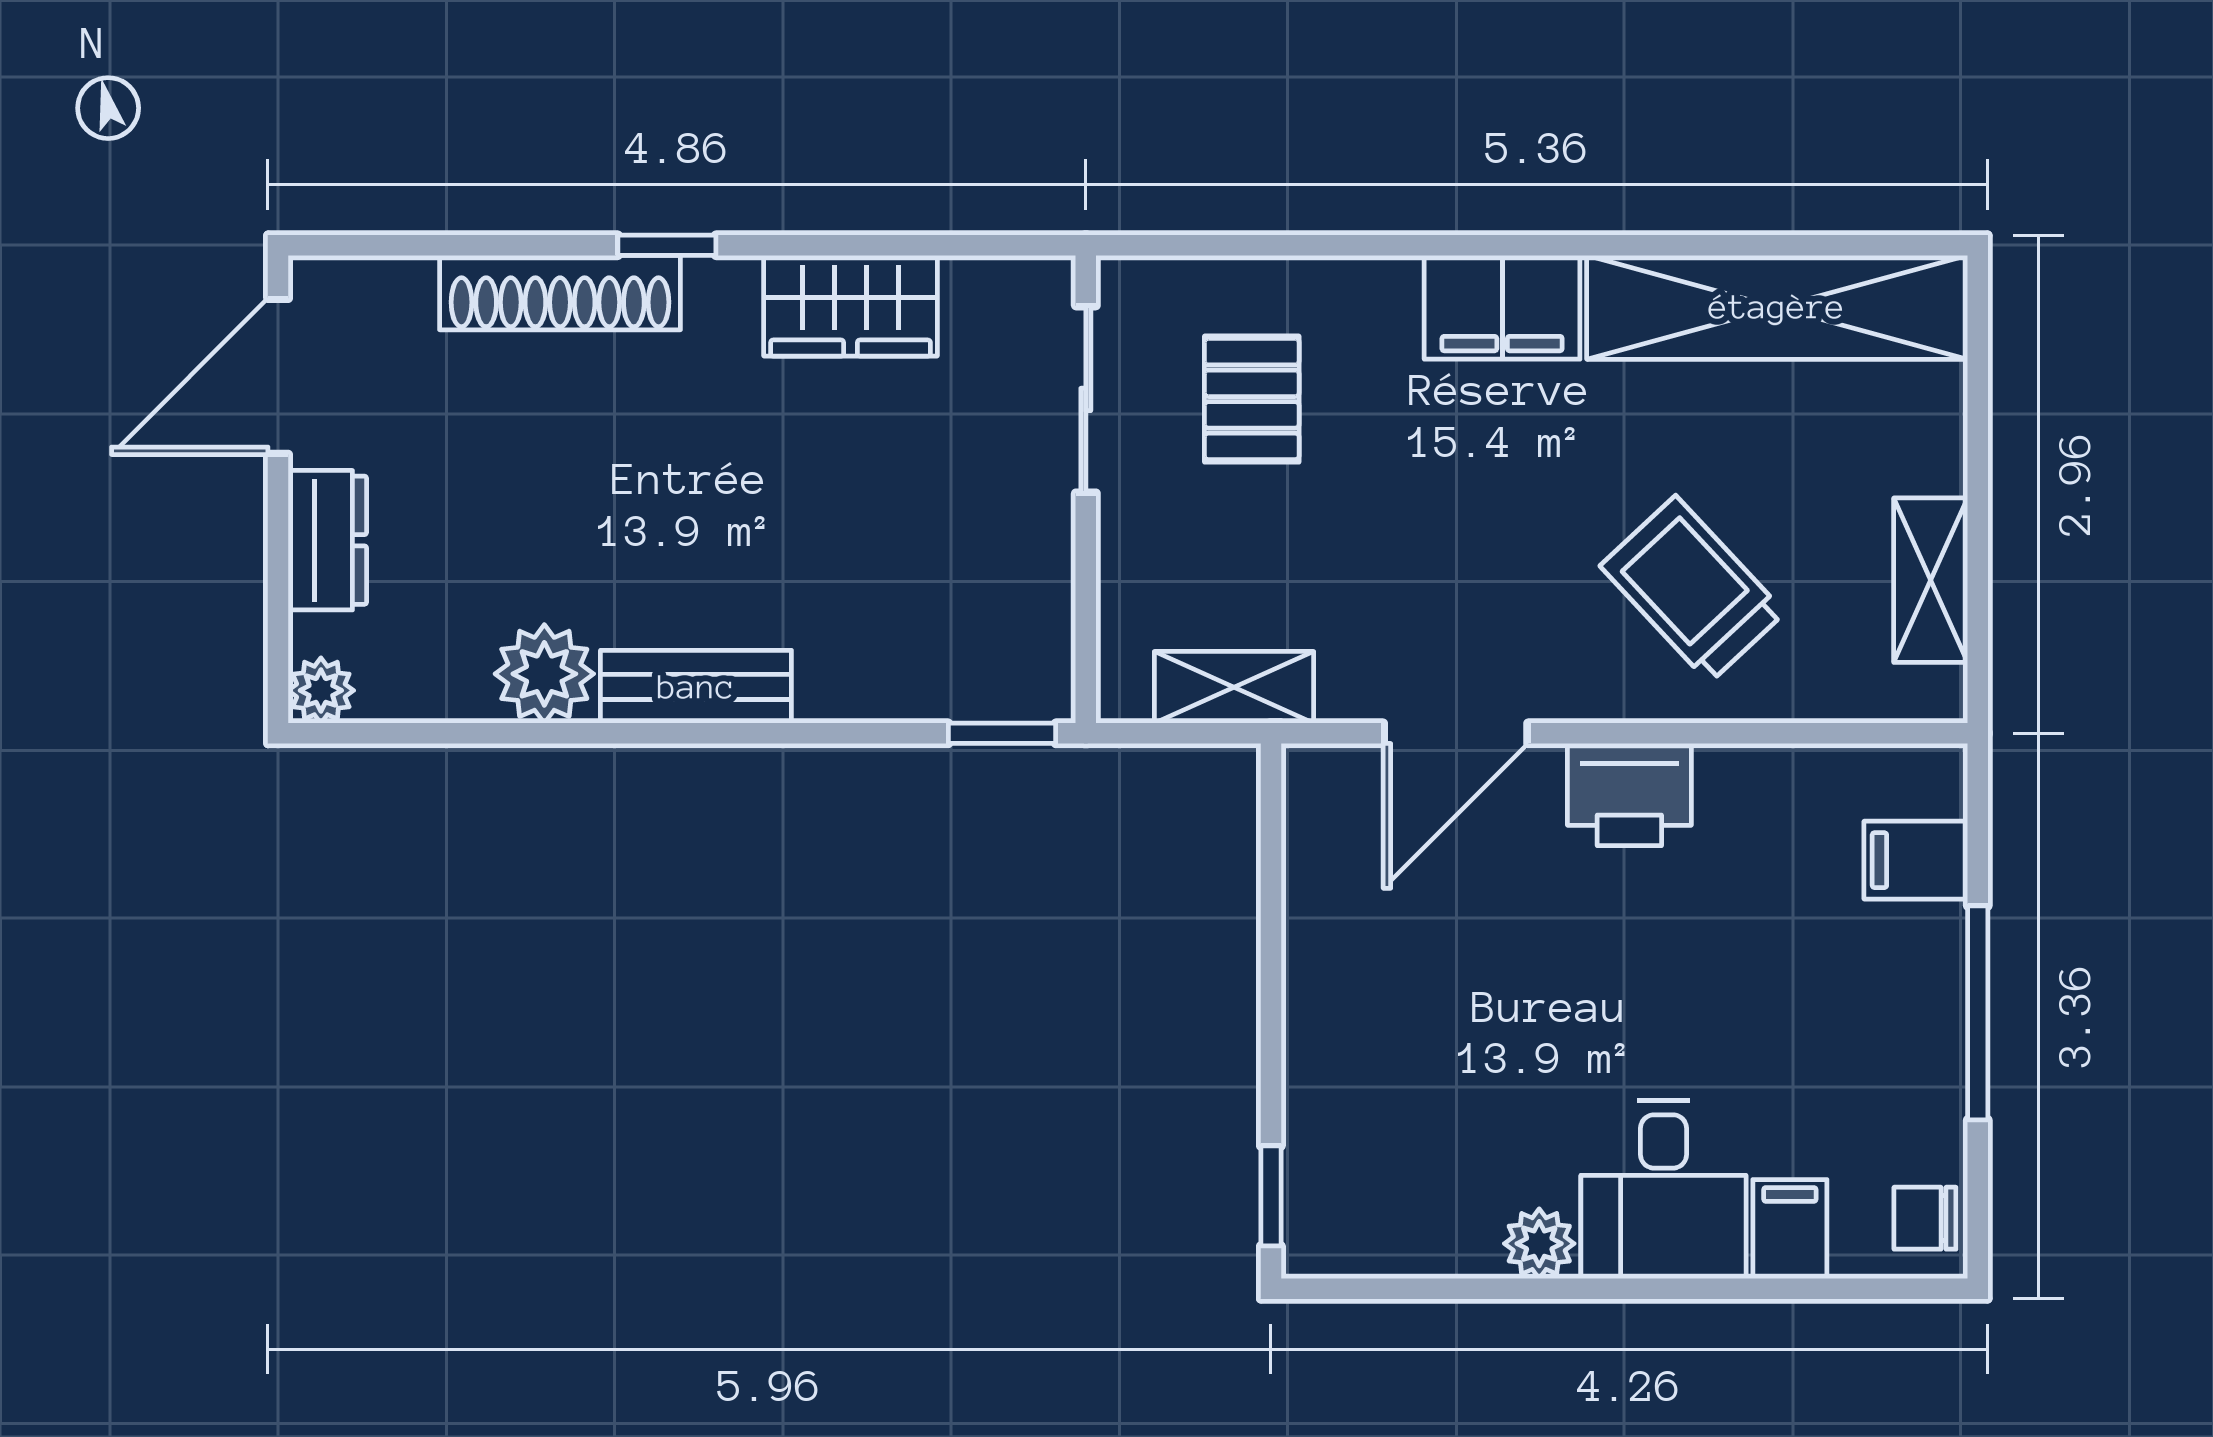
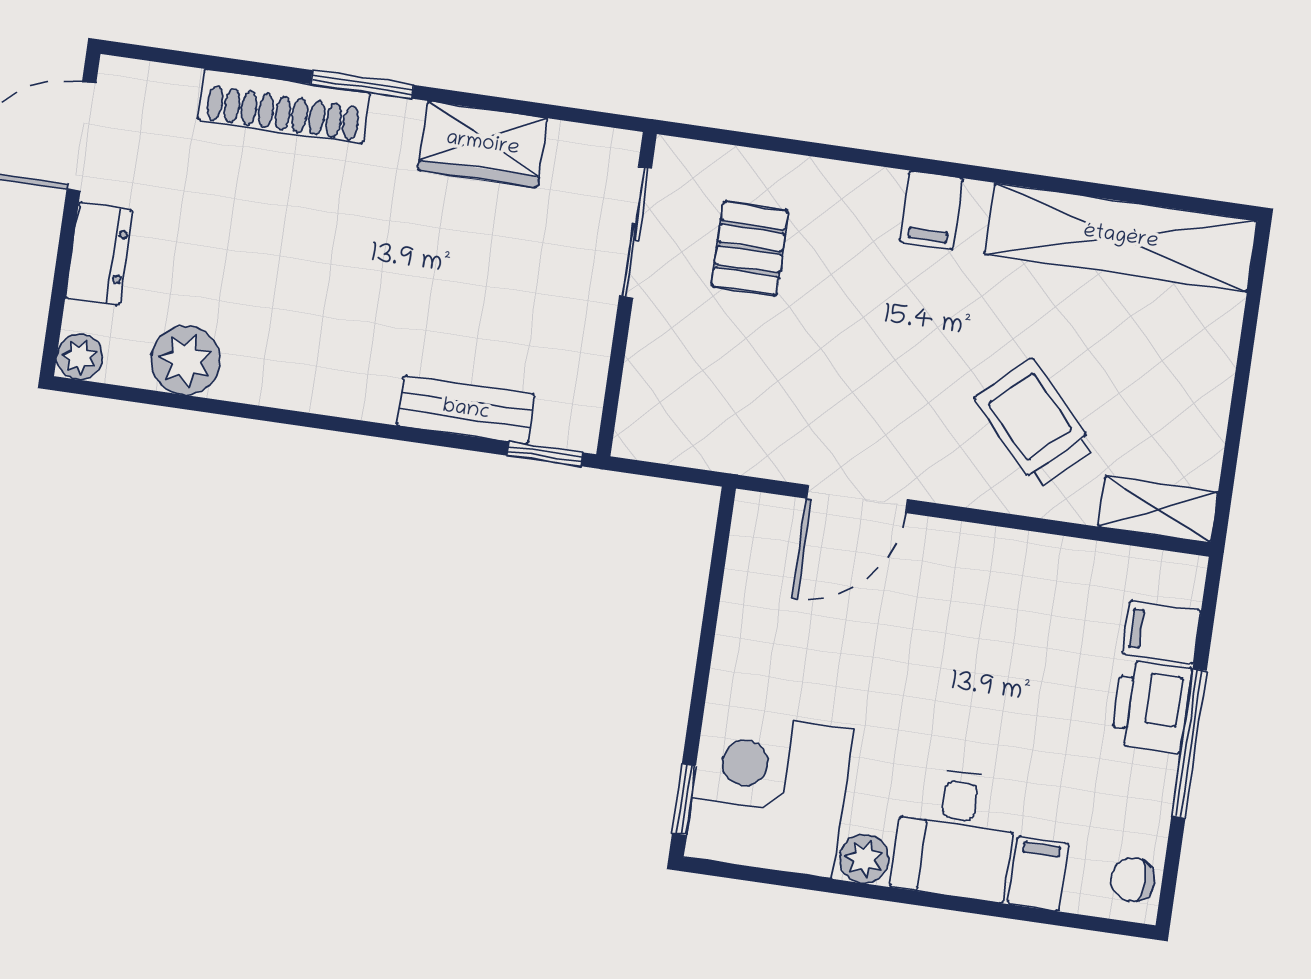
window: (667, 245) -> (362, 84), width x1.50
filing cabinet: (1502, 307) -> (931, 210), width x0.50
shelving: (1931, 580) -> (1158, 509), moved, turned 90
plant: (544, 674) -> (186, 360), moved
bench: (696, 687) -> (466, 410), moved
shelving: (1234, 687) -> (709, 445), removed
printer: (1629, 795) -> (1151, 706), moved, turned 90
corner desk: (1389, 1170) -> (768, 793), added

